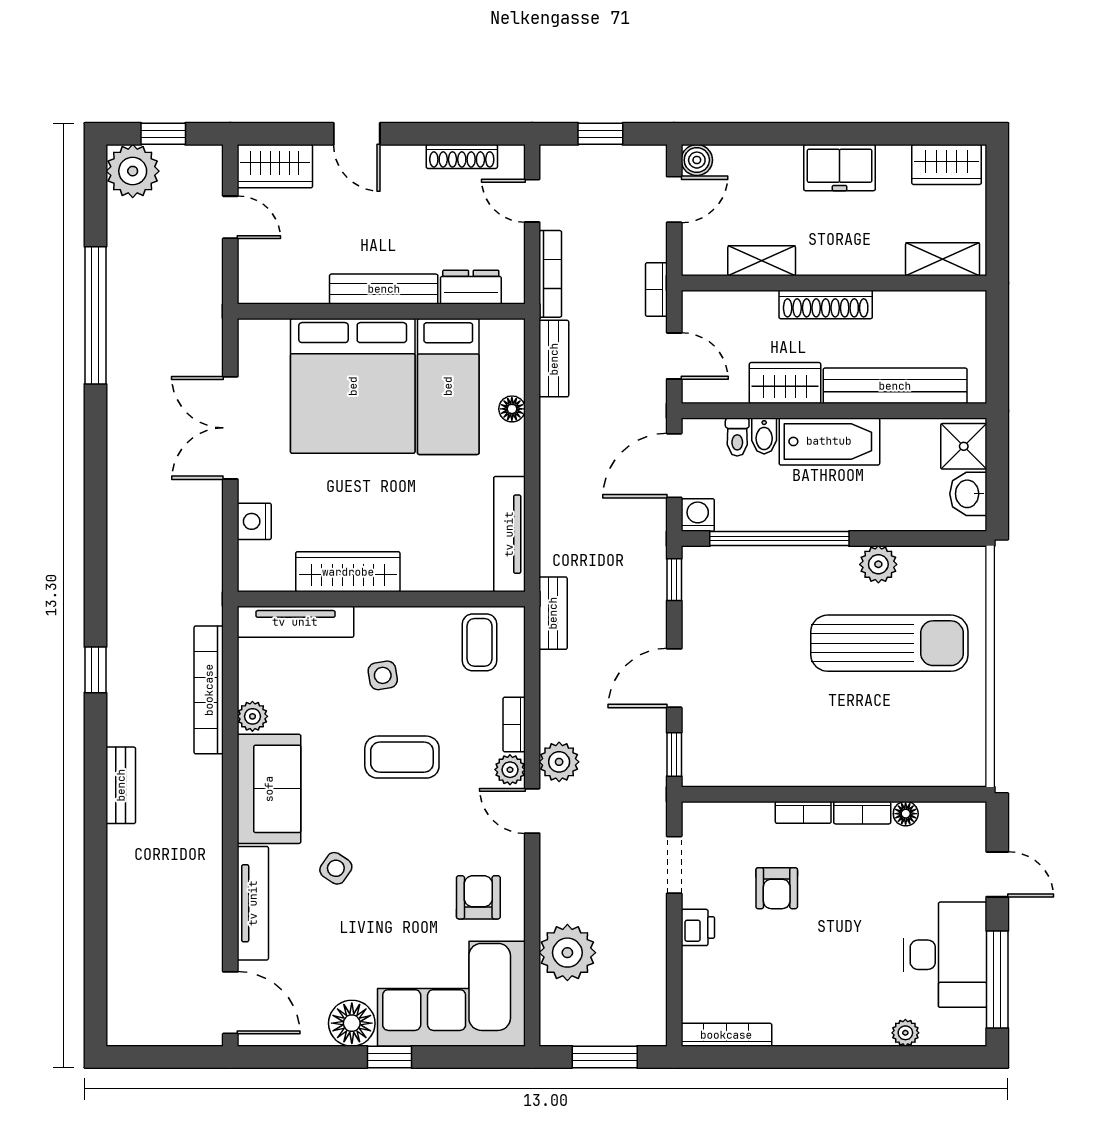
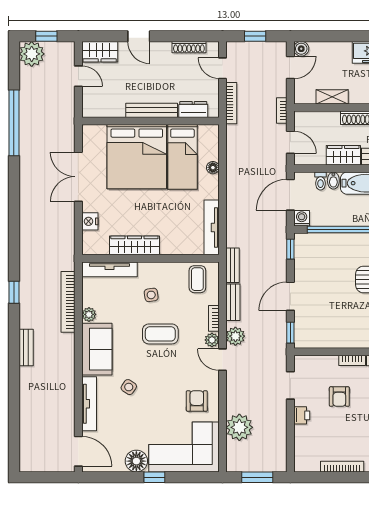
bench: (554, 359) -> (233, 302), moved
bookcase: (726, 1035) -> (342, 467), moved

